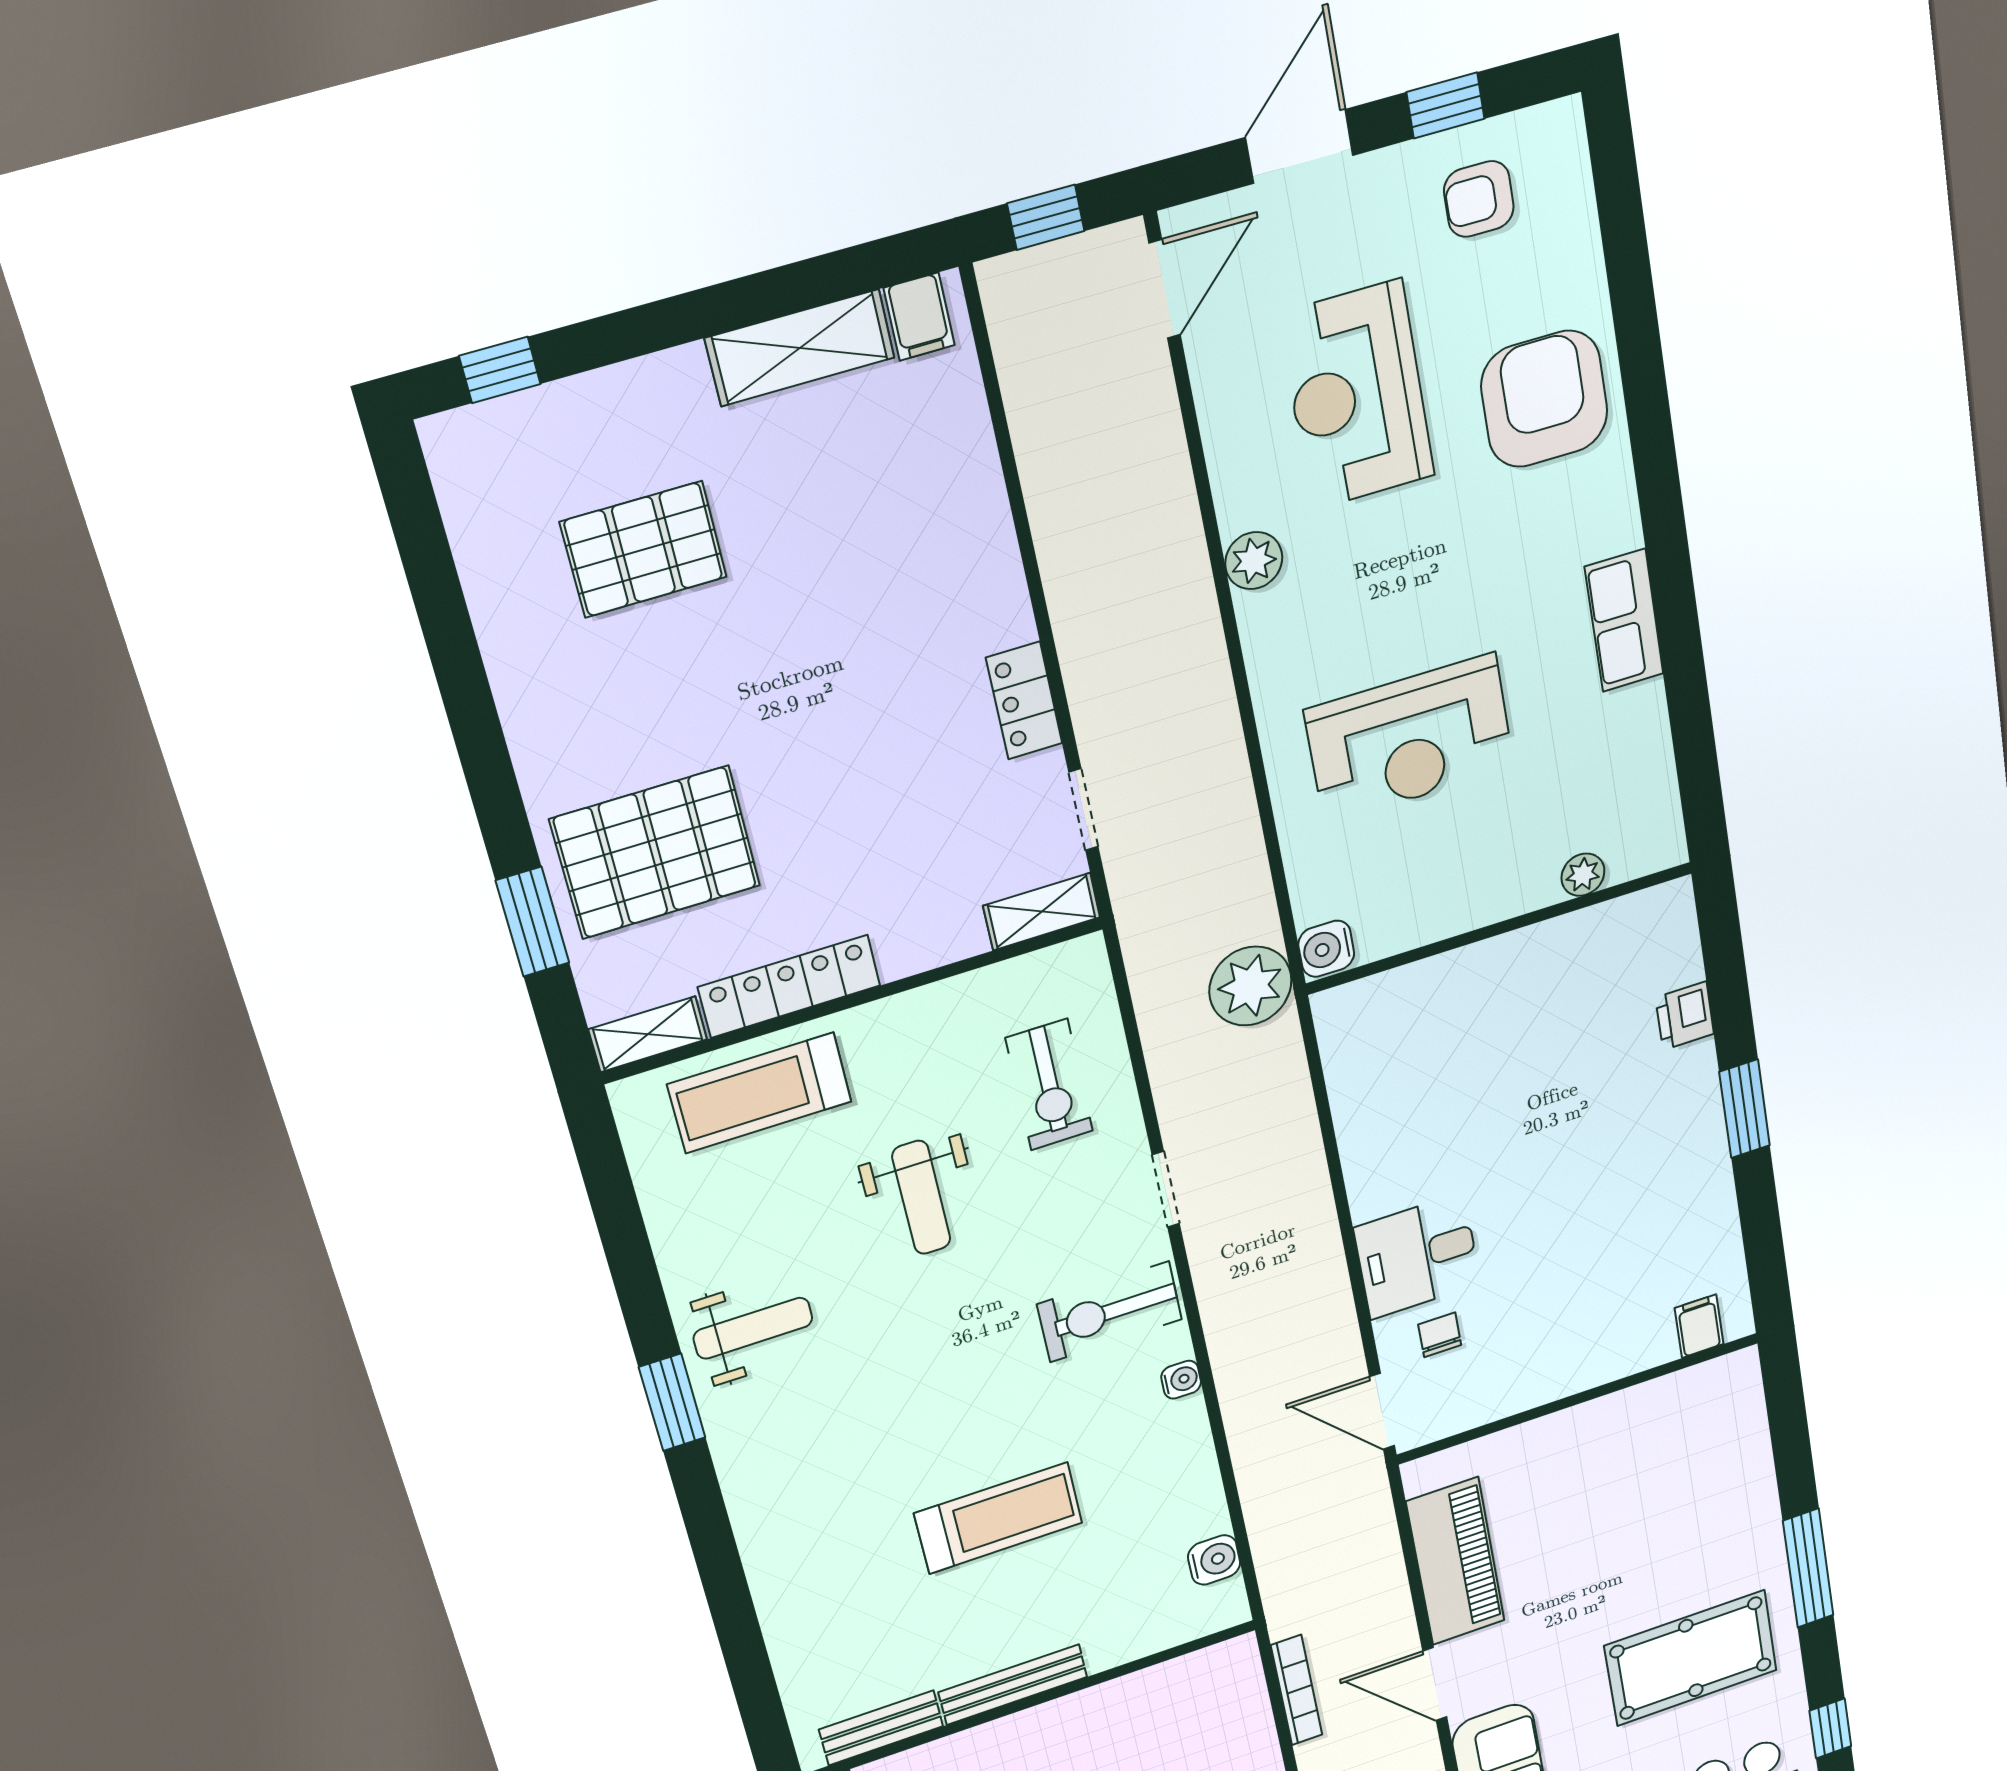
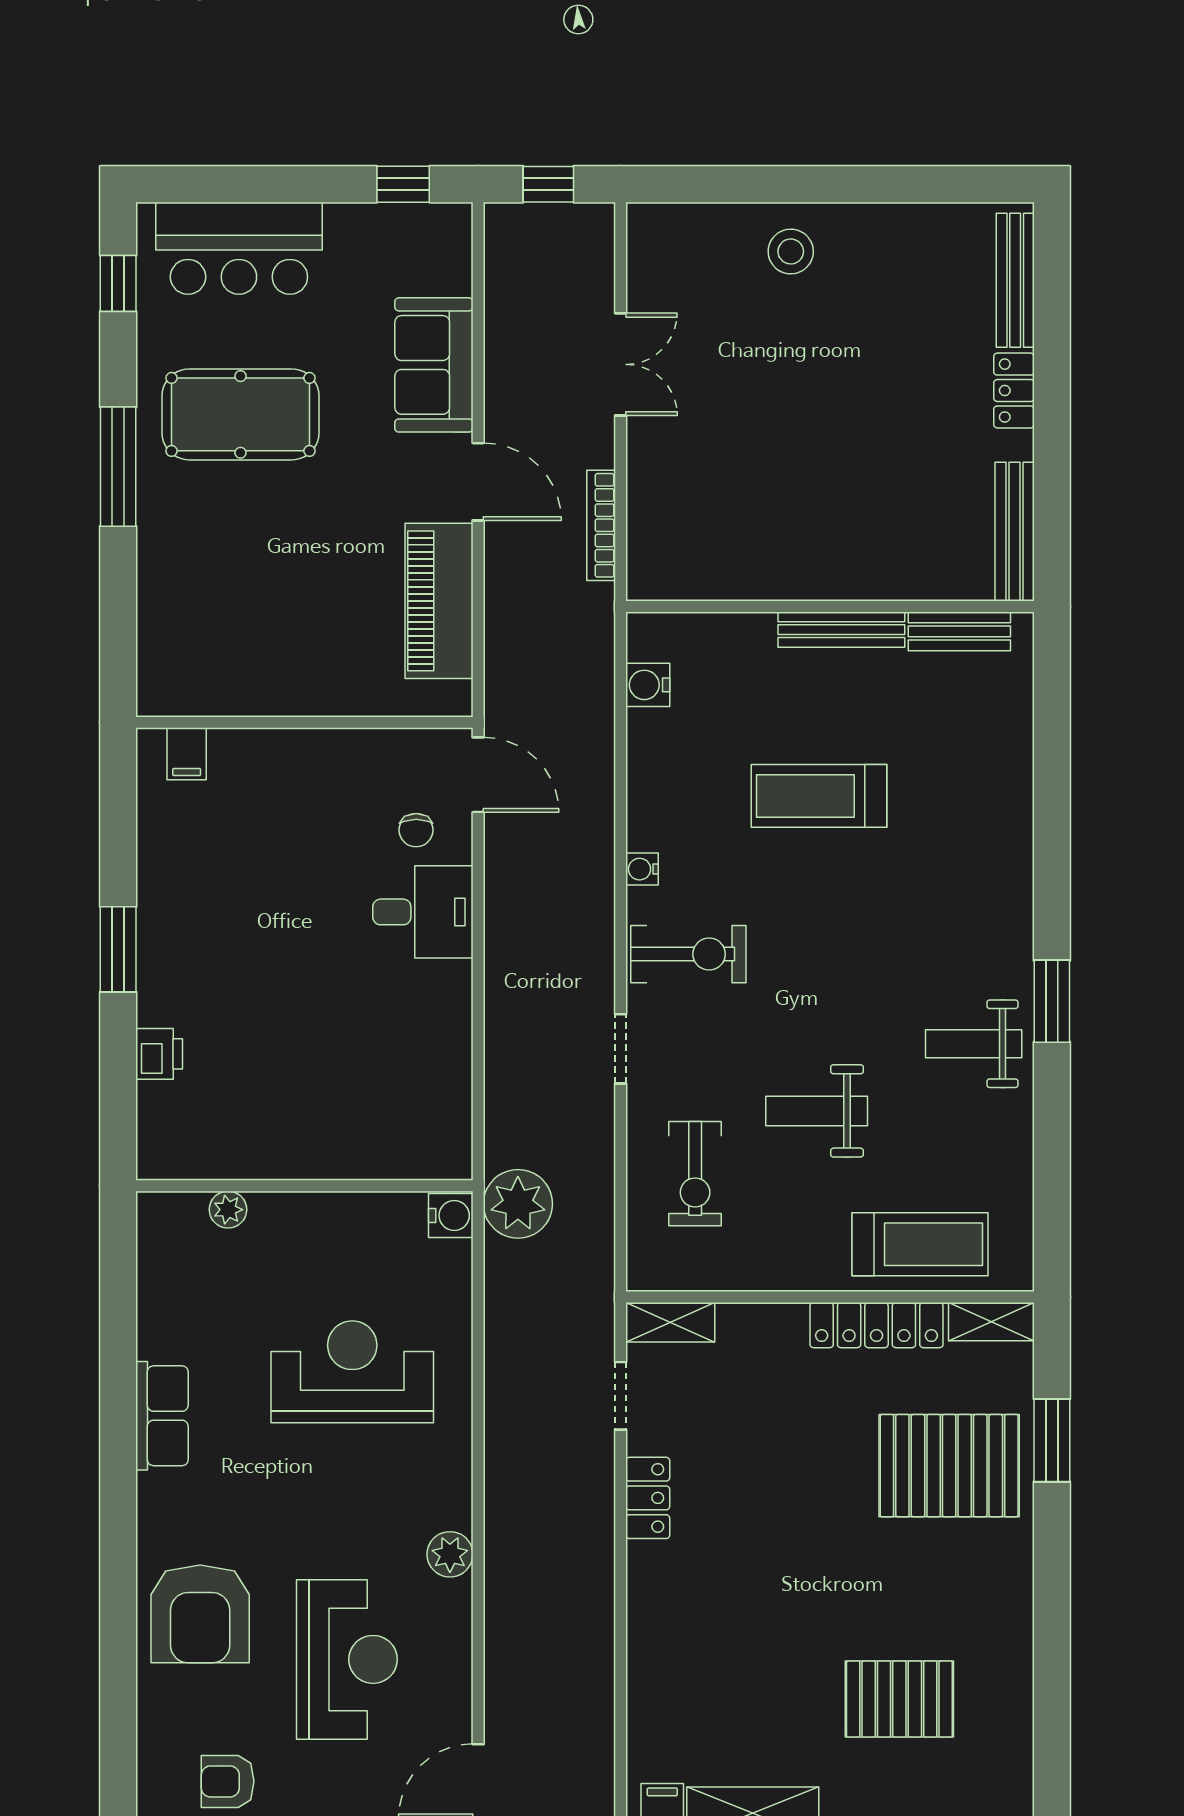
armchair: (1479, 199) -> (228, 1781), turned 180
exercise bike: (1049, 1085) -> (695, 1174), turned 180
weight bench: (921, 1197) -> (817, 1111), turned -90

